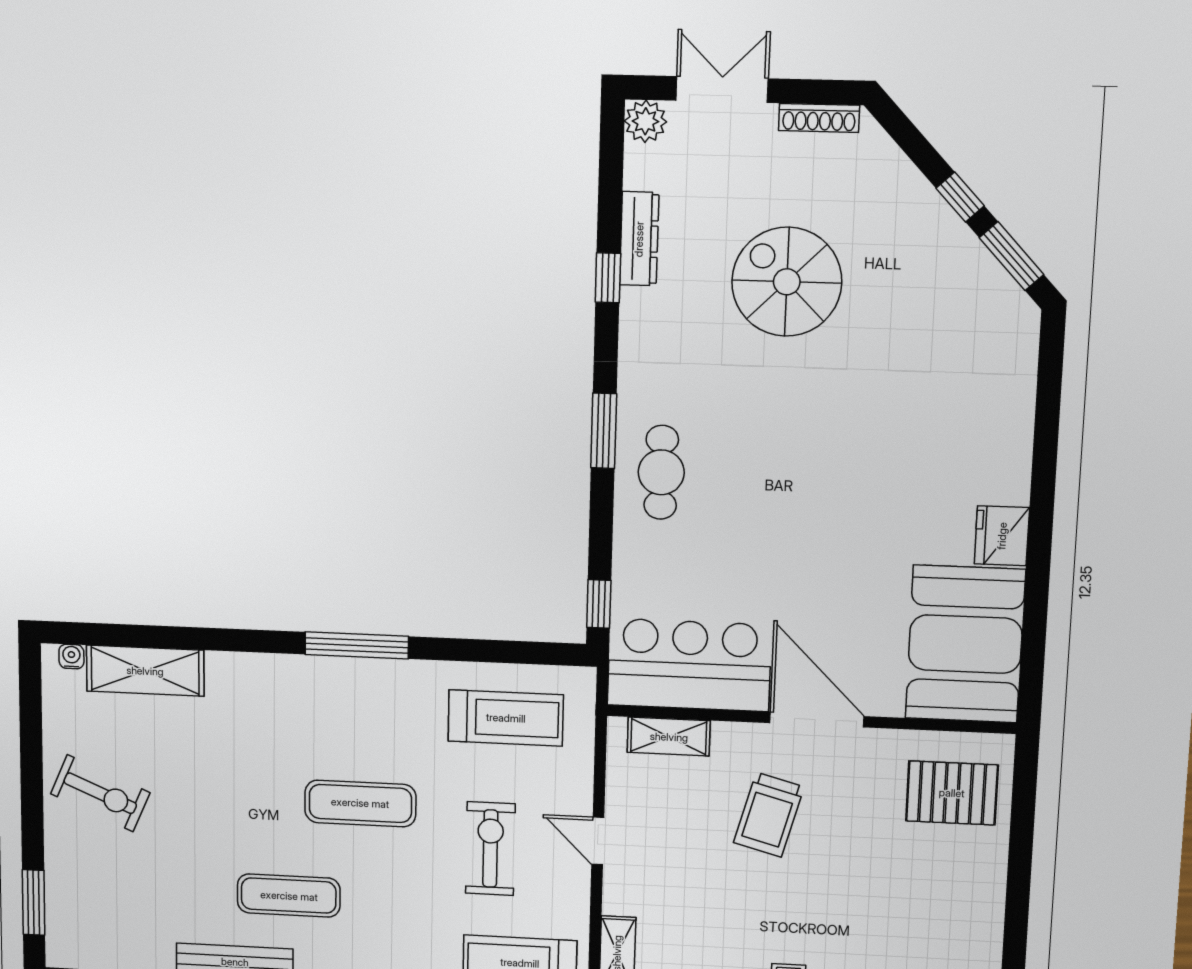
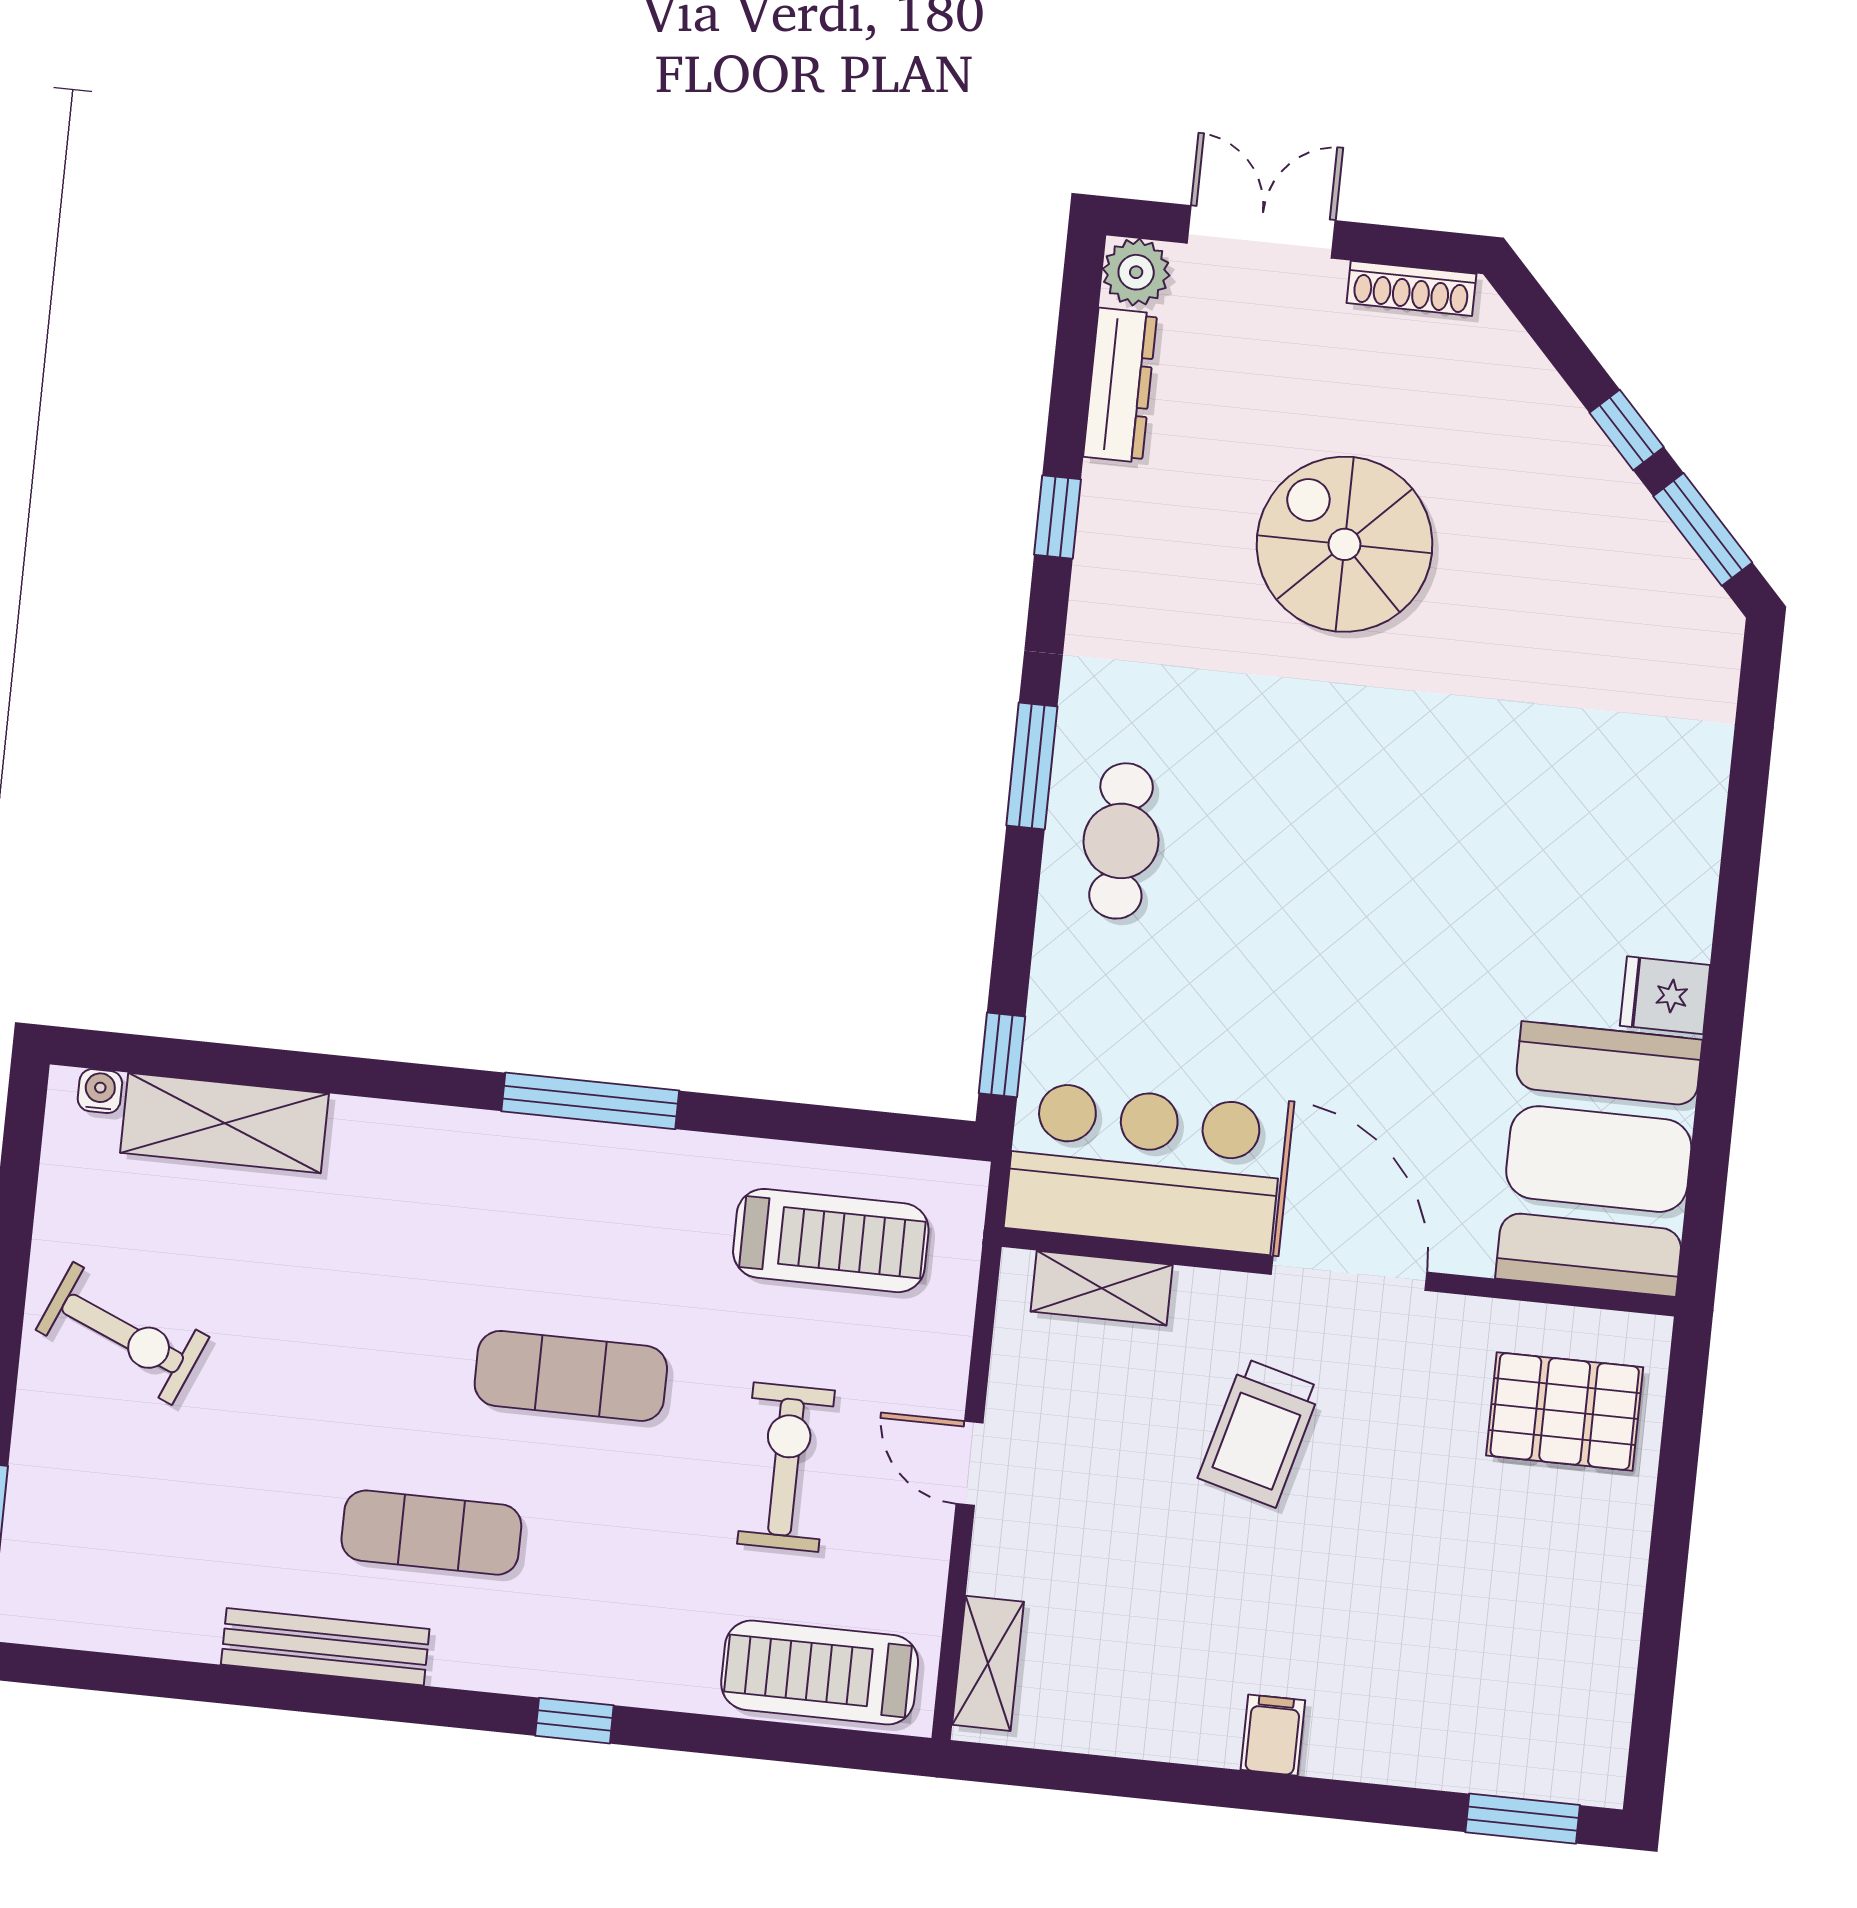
dresser: (639, 239) -> (1120, 385), moved
fridge: (1002, 536) -> (1665, 995), width x0.72

